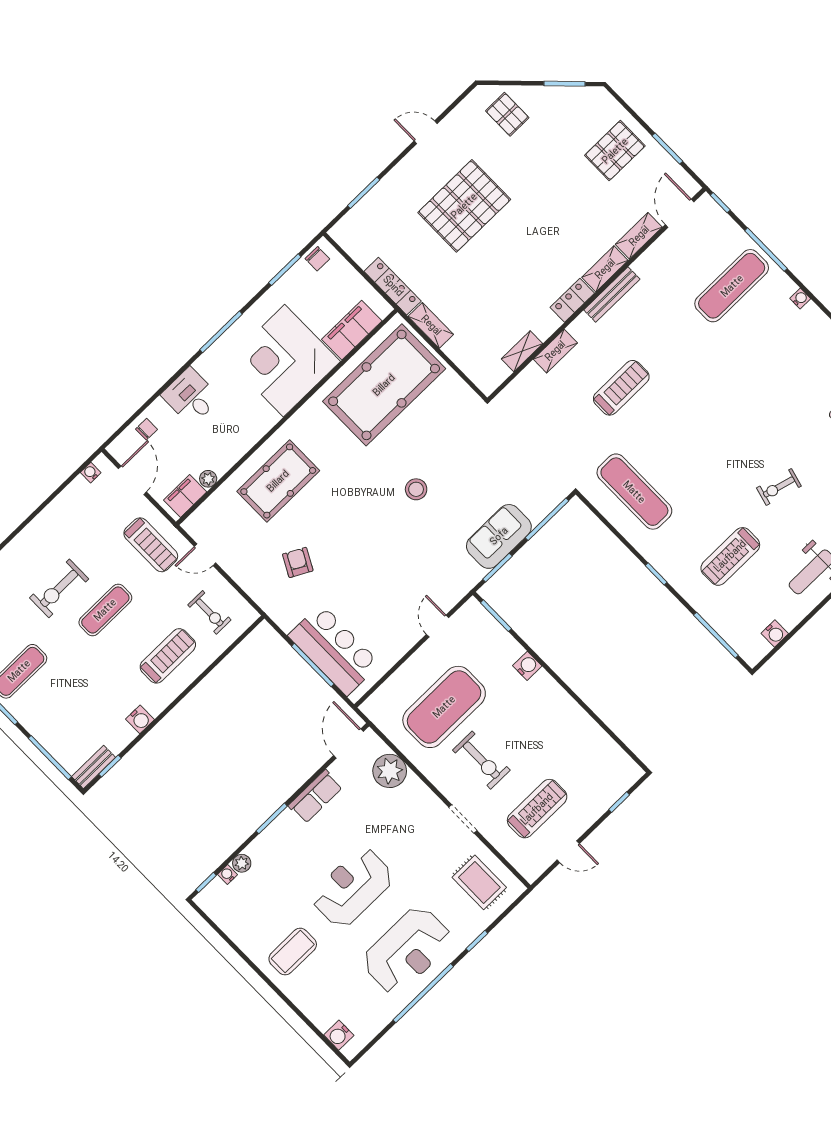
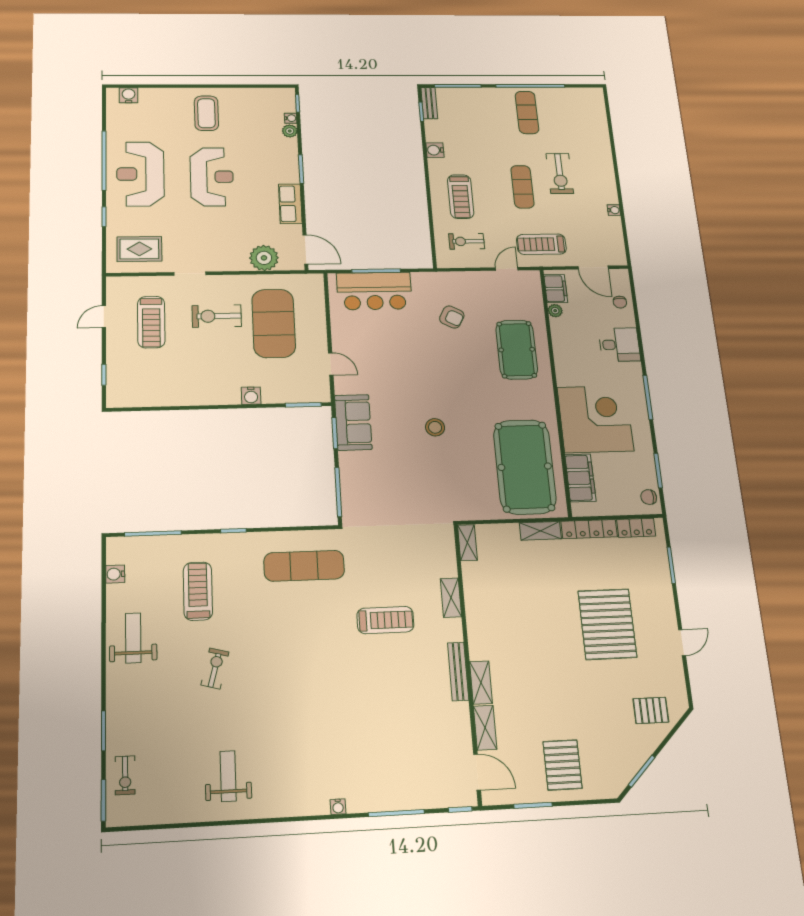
exercise mat: (732, 286) -> (391, 764), removed
locker: (572, 300) -> (636, 528), moved, turned 90
shelving: (522, 351) -> (467, 543), moved
treadmill: (621, 388) -> (385, 620), turned -90
water cooler: (91, 473) -> (614, 210), moved
sofa: (499, 536) -> (353, 422), moved
exercise bike: (59, 588) -> (560, 173), turned 180

